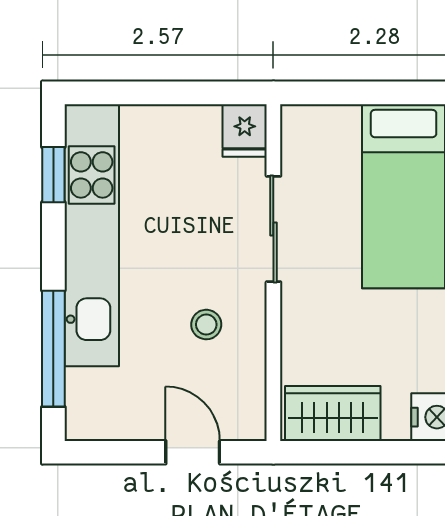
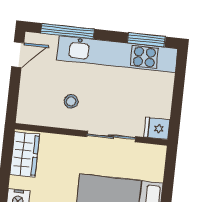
window: (53, 175) -> (146, 40), width x1.50
door: (193, 452) -> (18, 55), moved

